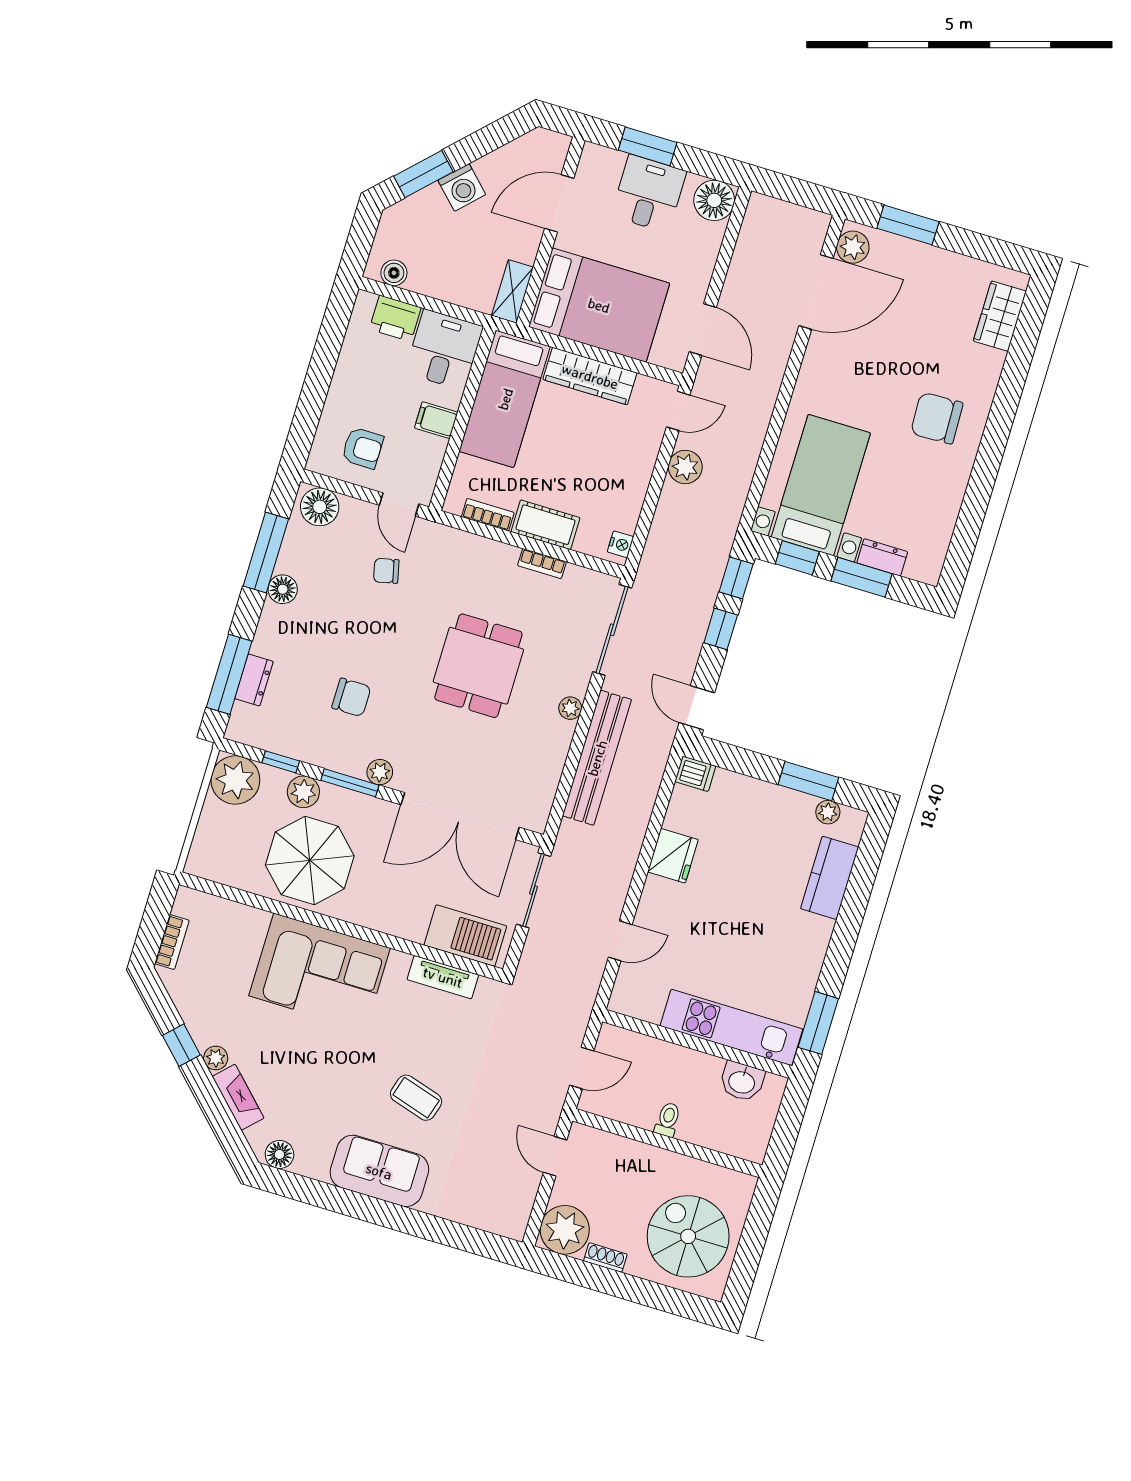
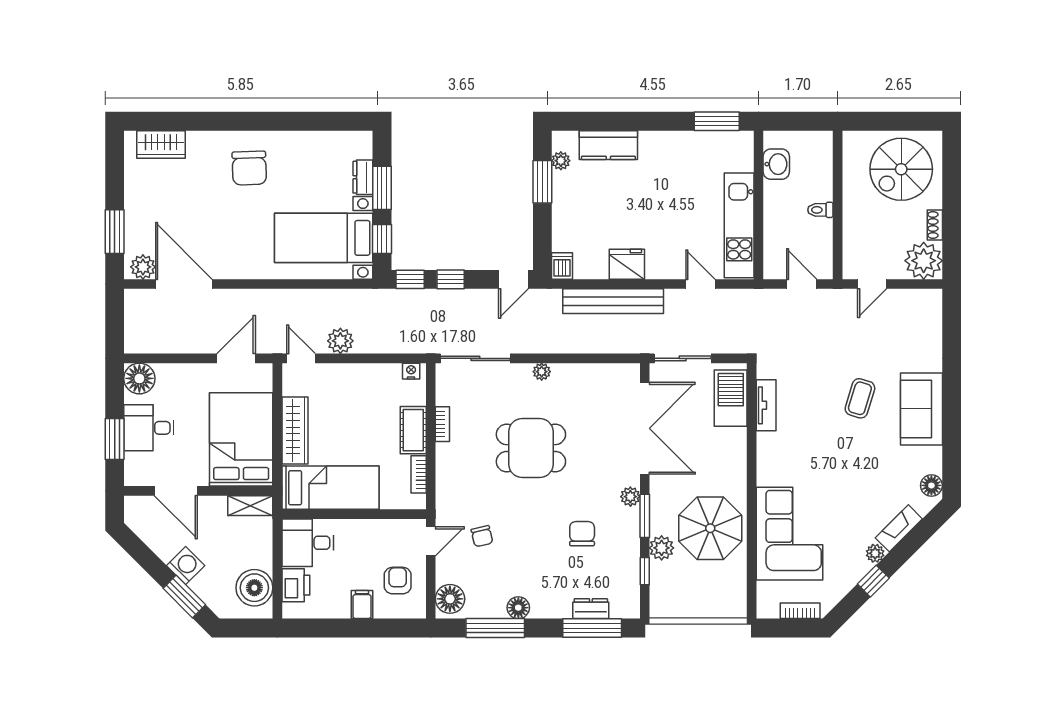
boiler: (394, 273) -> (254, 588), width x1.86, depth x1.86
filing cabinet: (436, 420) -> (362, 605), moved, turned 180
bench: (597, 758) -> (613, 301), moved
plant: (235, 780) -> (668, 600), removed
corner sofa: (320, 972) -> (789, 534), moved
kitchen unit: (731, 1027) -> (739, 225), moved

